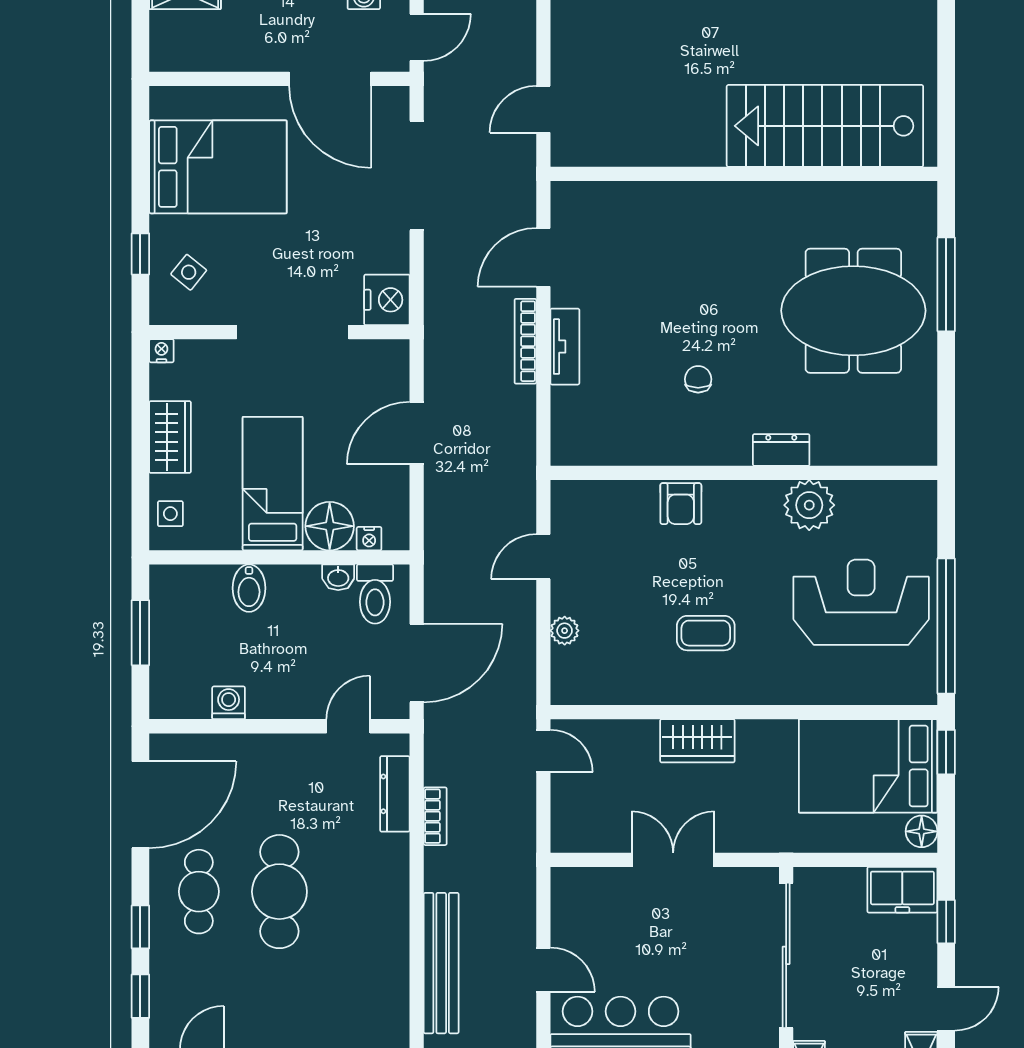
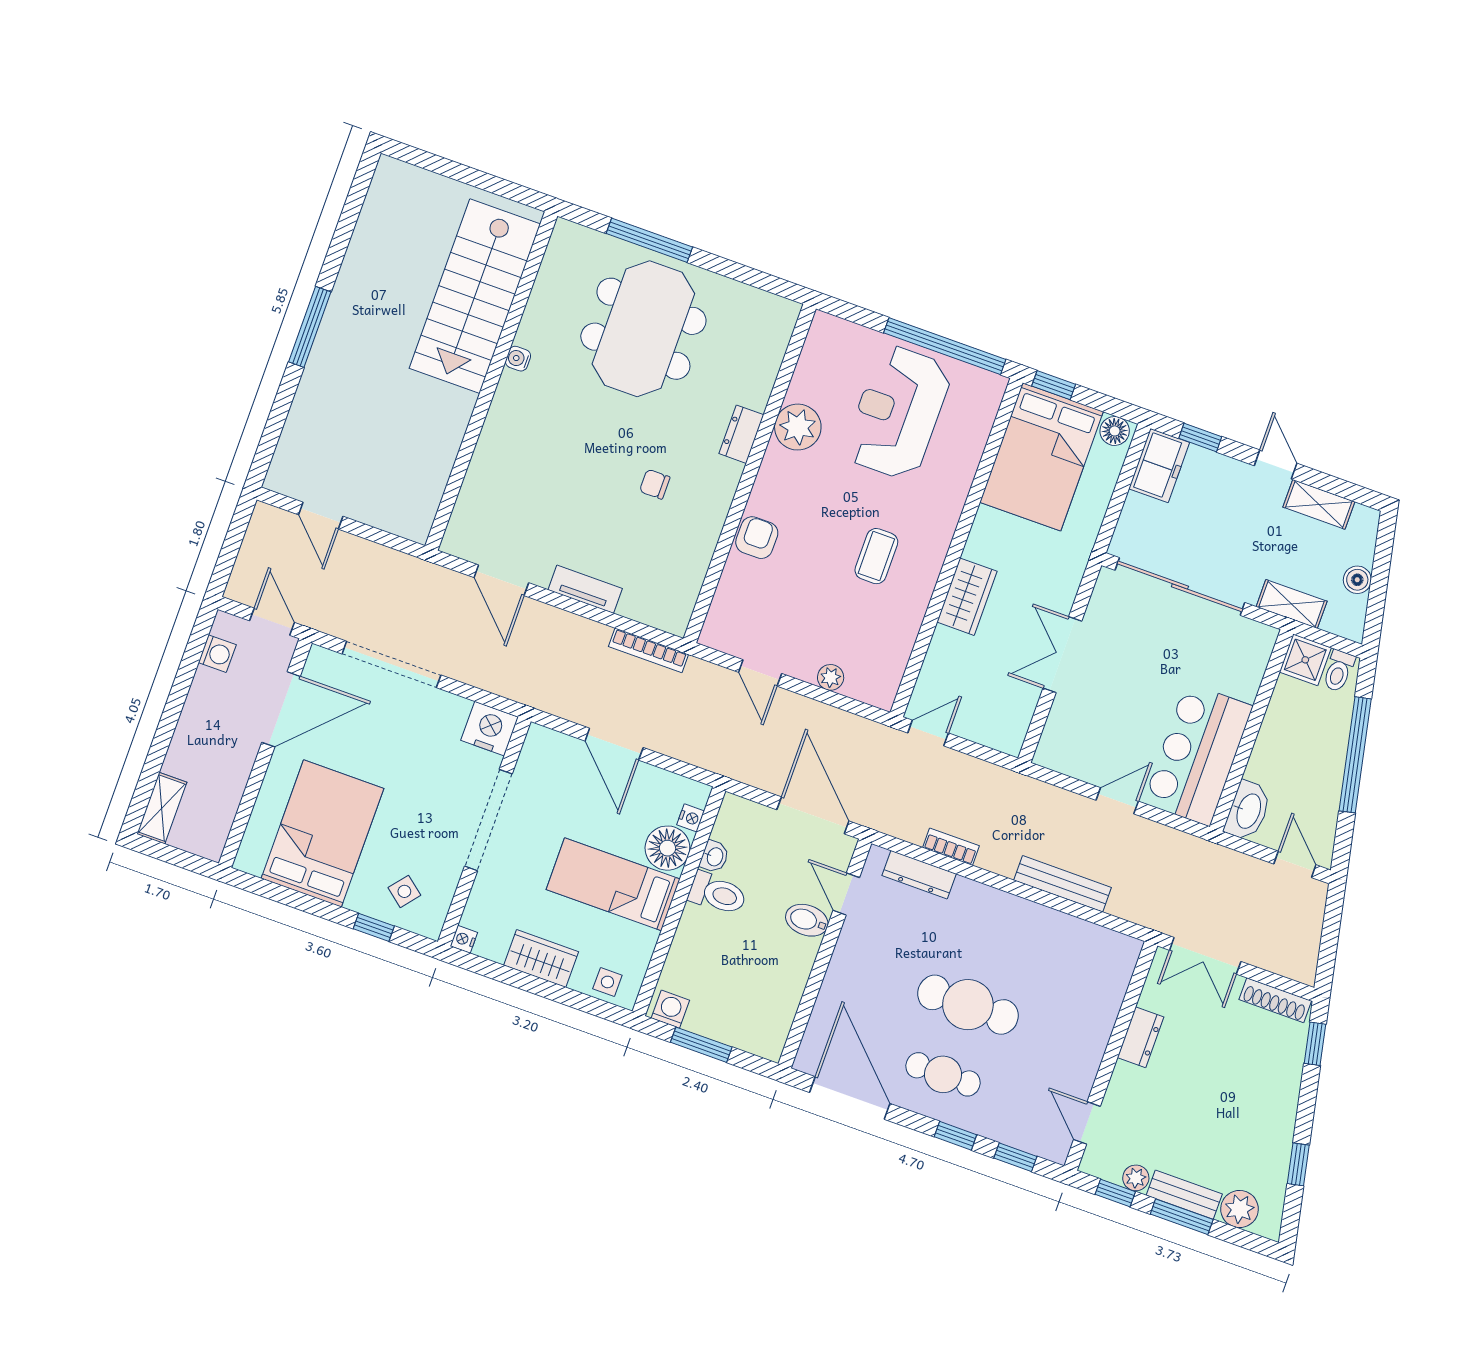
door: (543, 109) -> (321, 516), moved
water cooler: (777, 193) -> (518, 359), added
bookcase: (525, 341) -> (649, 650), moved
armchair: (681, 504) -> (757, 538), turned -90
bidet: (249, 588) -> (807, 920), moved, turned 180
toilet: (375, 594) -> (718, 894), moved
washing machine: (229, 703) -> (670, 1009), moved, turned 90
bench: (441, 963) -> (1063, 884), width x0.73, depth x0.82

